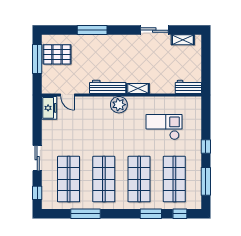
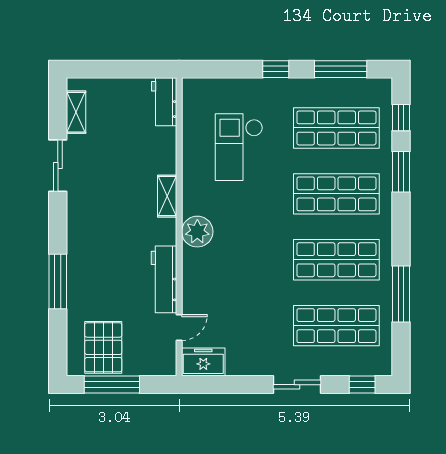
workbench: (108, 87) -> (164, 279), moved

